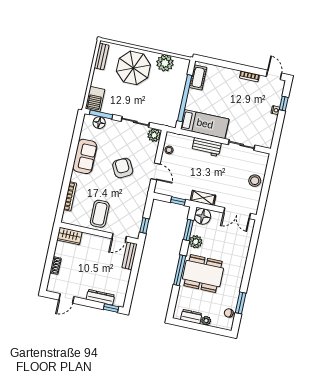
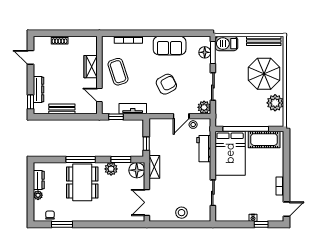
bench: (102, 56) -> (264, 41), width x1.36
cot: (198, 77) -> (264, 140), width x1.37, depth x1.34
bed: (205, 124) -> (230, 153), width x1.50
workbench: (206, 147) -> (204, 149), moved
door: (155, 171) -> (181, 116), moved
tv unit: (140, 207) -> (133, 109), added
coffee table: (100, 214) -> (118, 72), turned 72
wardrobe: (70, 236) -> (91, 67), moved
bench: (130, 256) -> (62, 109), moved

